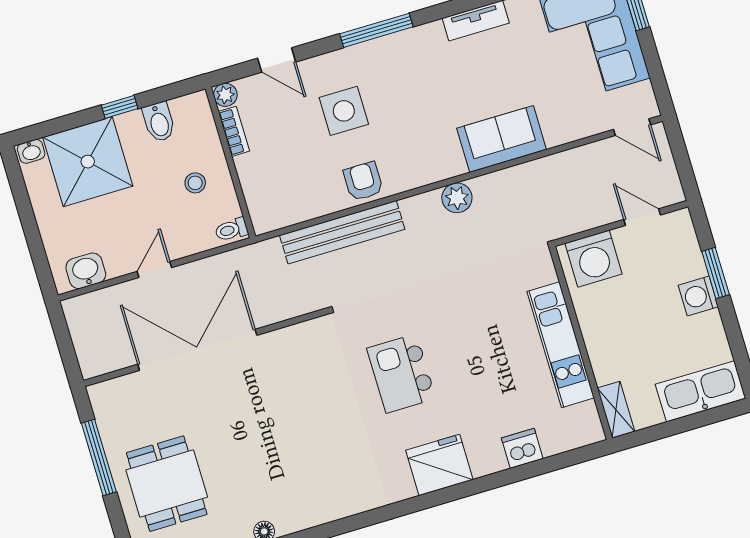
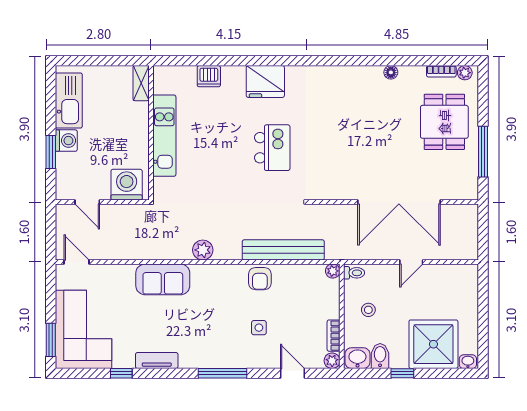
side table: (344, 111) -> (259, 328), width x0.54, depth x0.54
plant: (263, 223) -> (333, 271), added
washbasin: (86, 271) -> (357, 358), moved, turned 180
kitchen sink: (700, 391) -> (69, 101), moved, turned -90

